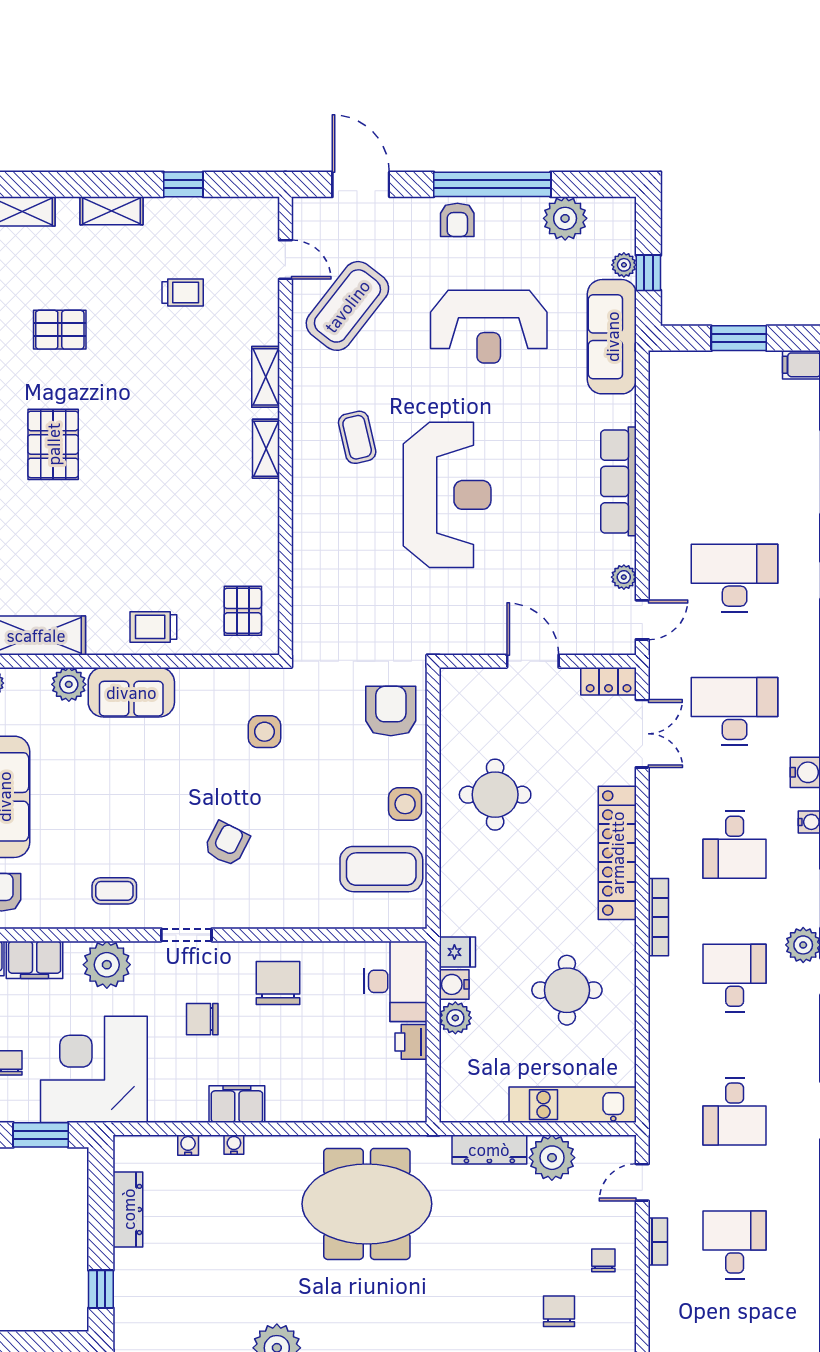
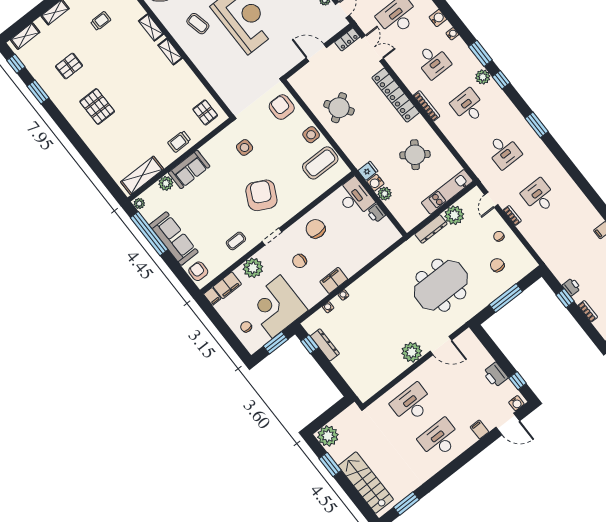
round table: (495, 795) -> (339, 108), turned -35
armchair: (227, 844) -> (261, 195), width x1.88, depth x1.88
round table: (567, 990) -> (415, 155), turned 35
meeting table: (367, 1204) -> (441, 285), moved
window: (101, 1289) -> (310, 344), moved

